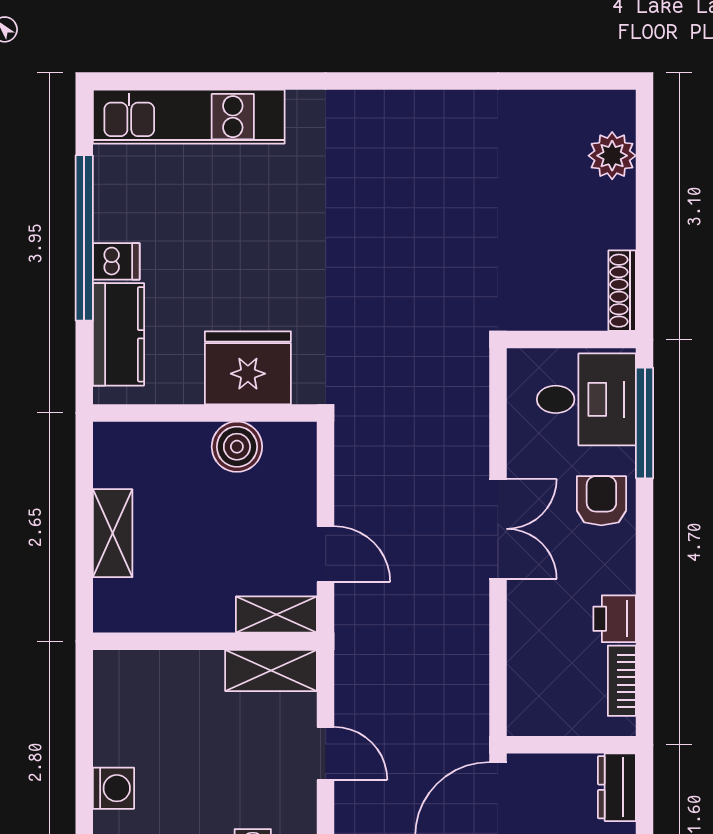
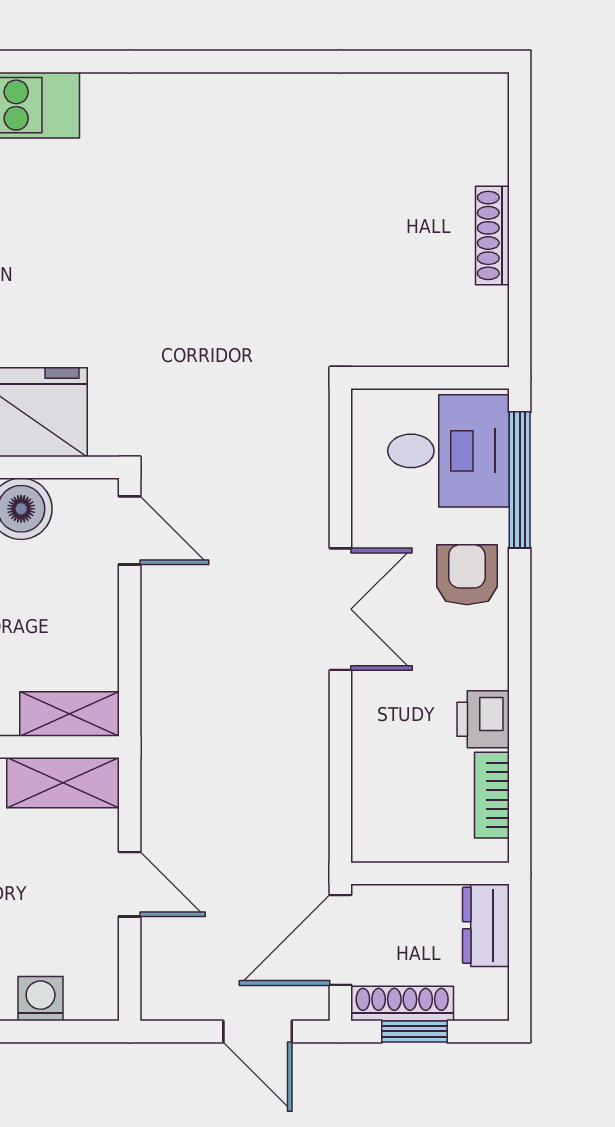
plant: (612, 156) -> (480, 153), removed
shoe rack: (622, 291) -> (492, 235), moved
door: (326, 554) -> (130, 530), moved

